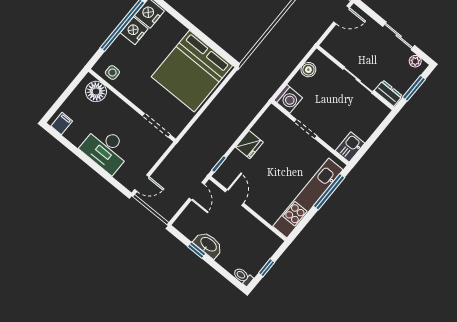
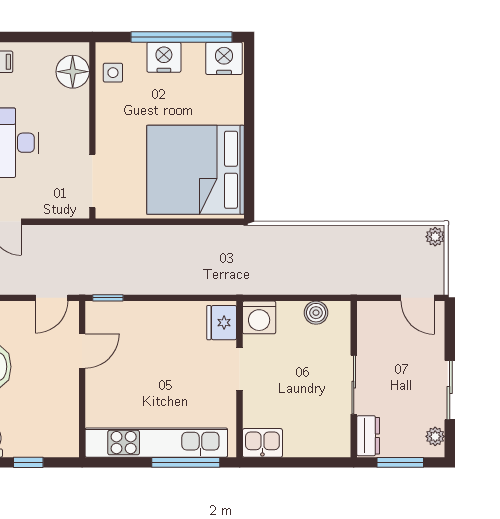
nightstand: (134, 31) -> (164, 57), moved
fridge: (249, 145) -> (222, 323), moved, turned 90

